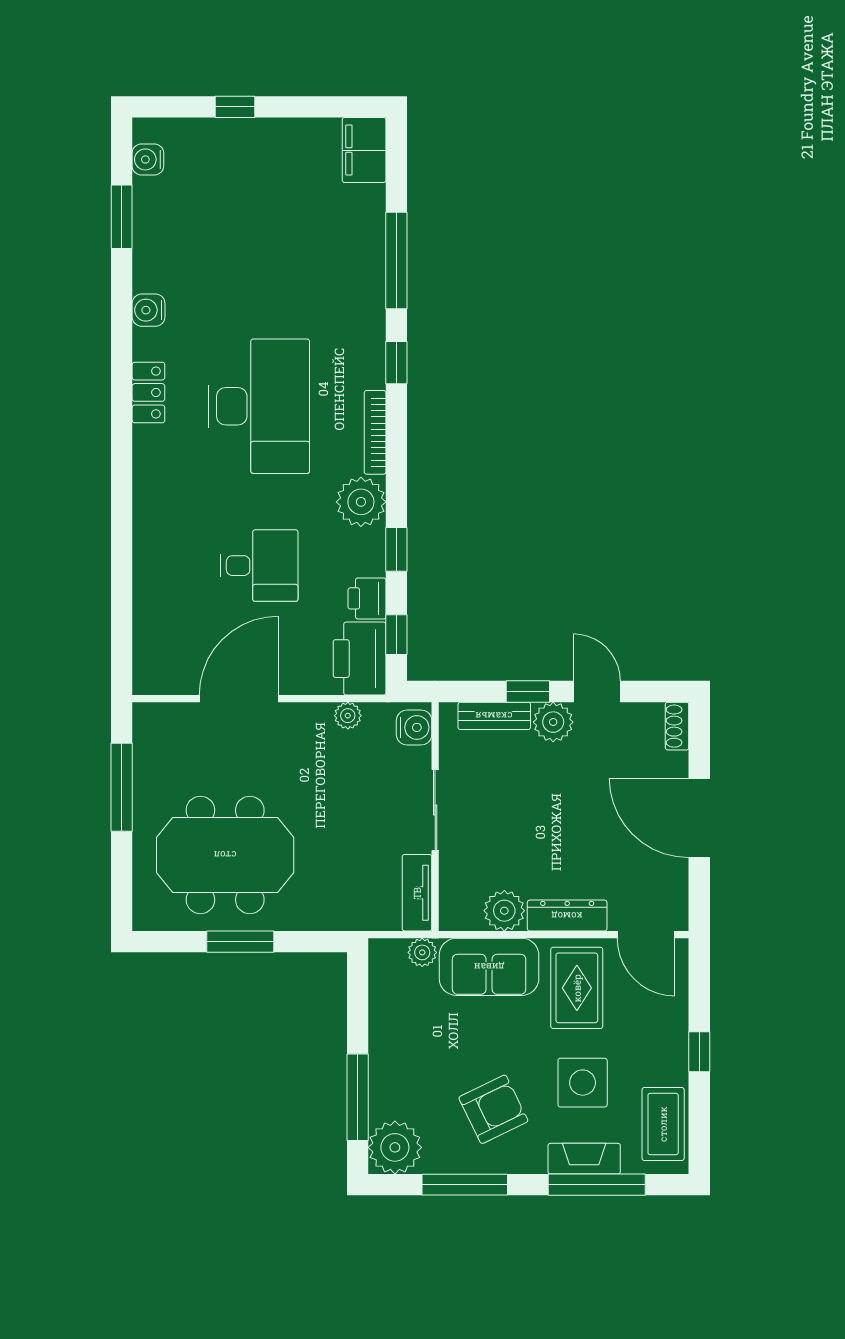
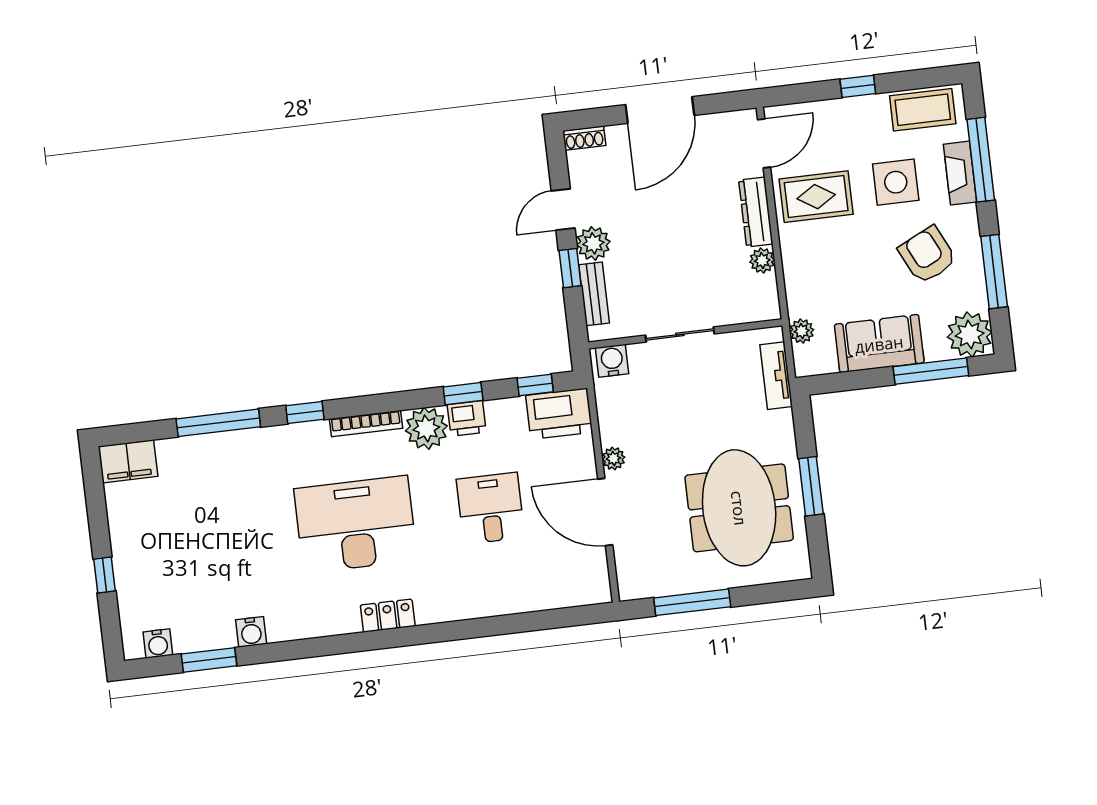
water cooler: (149, 310) -> (251, 632), moved
locker: (148, 392) -> (388, 616), moved
printer: (367, 598) -> (467, 418), moved
plant: (348, 716) -> (613, 458), moved
tv unit: (417, 893) -> (776, 376), moved, turned 90
plant: (504, 911) -> (762, 261), width x0.73, depth x0.73
sofa: (489, 967) -> (879, 344), moved, turned -90

